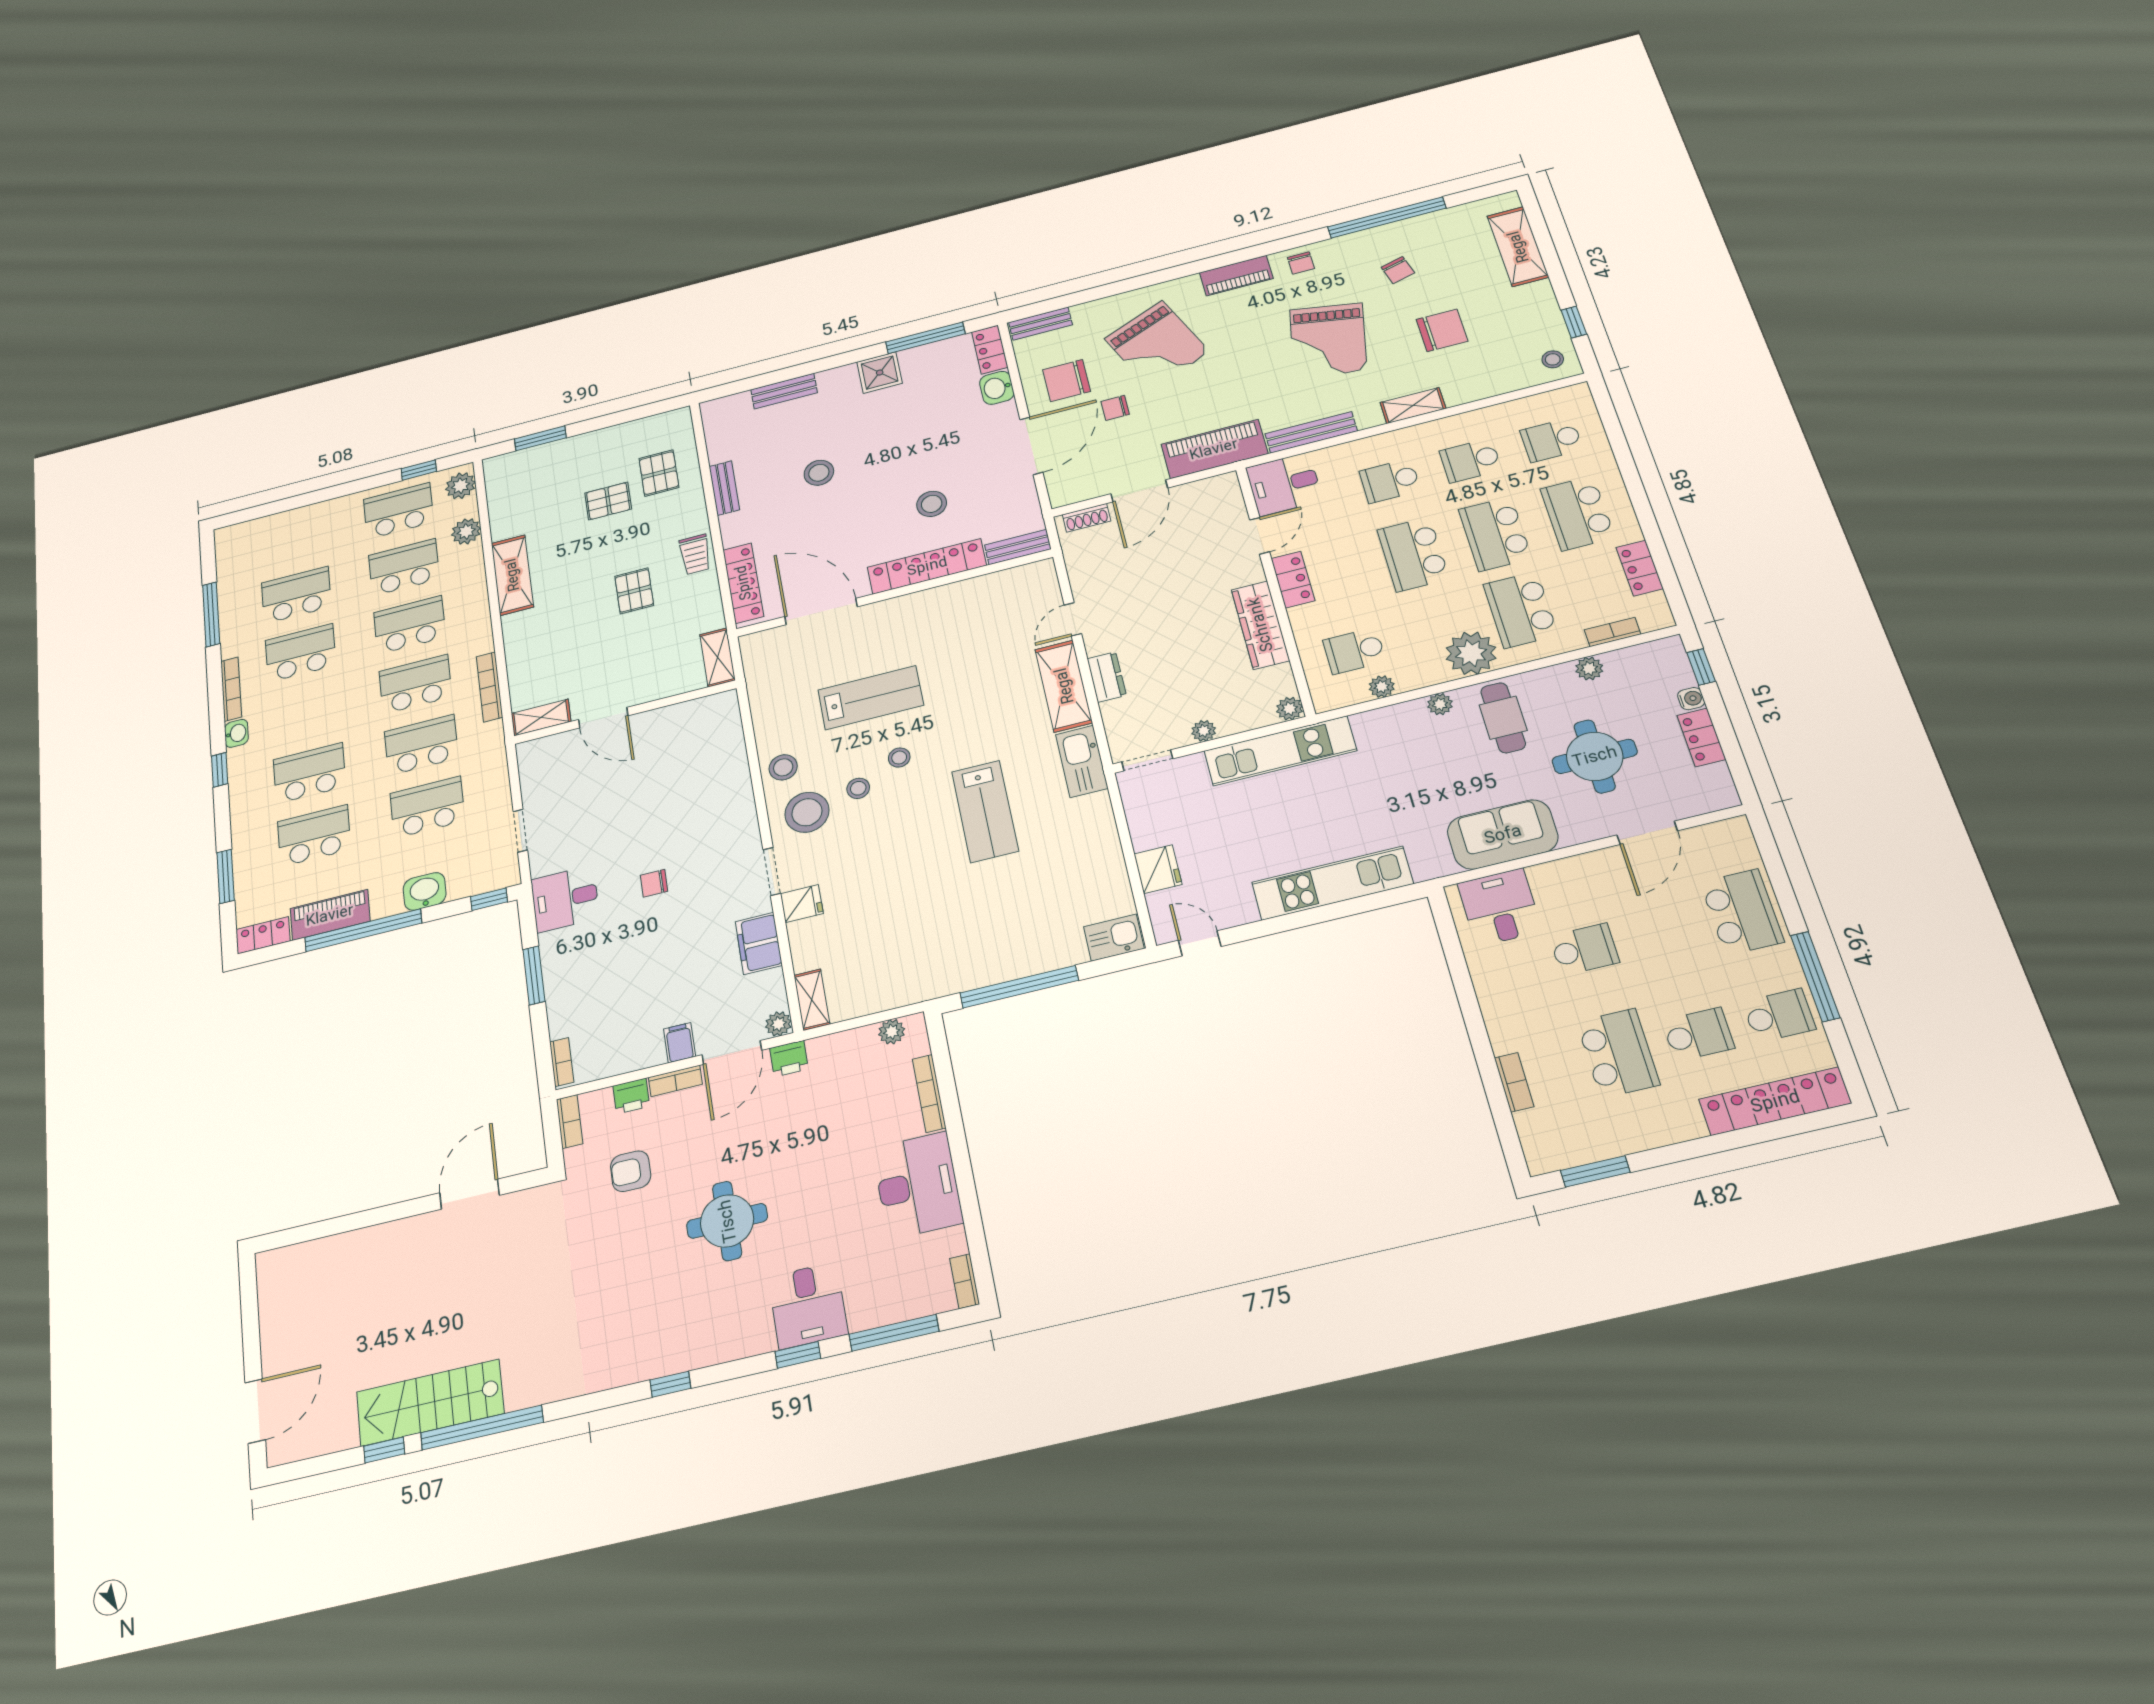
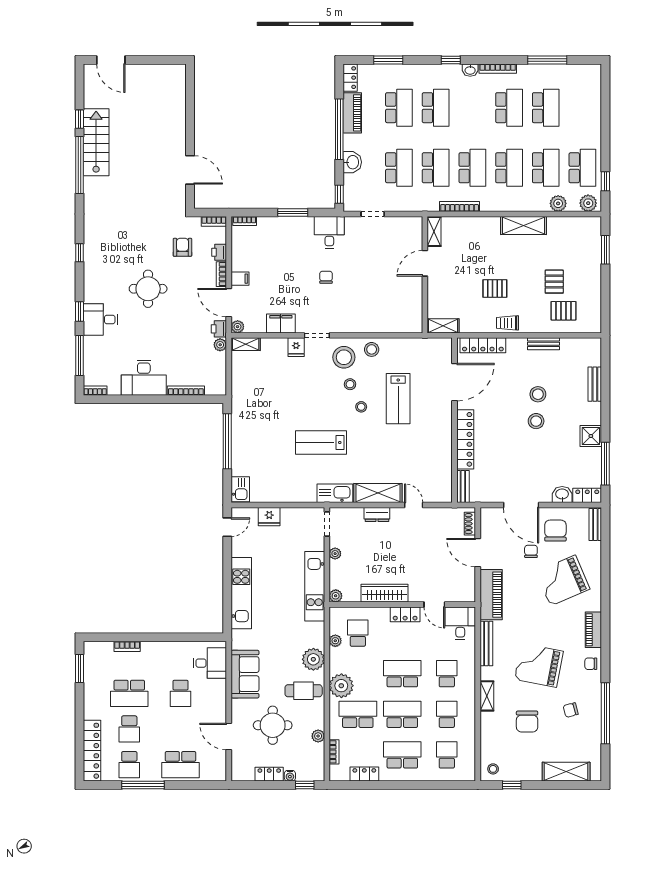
stool: (932, 504) -> (536, 421), moved
plant: (1440, 704) -> (313, 659), width x1.88, depth x1.88
plant: (892, 1032) -> (220, 345), moved

